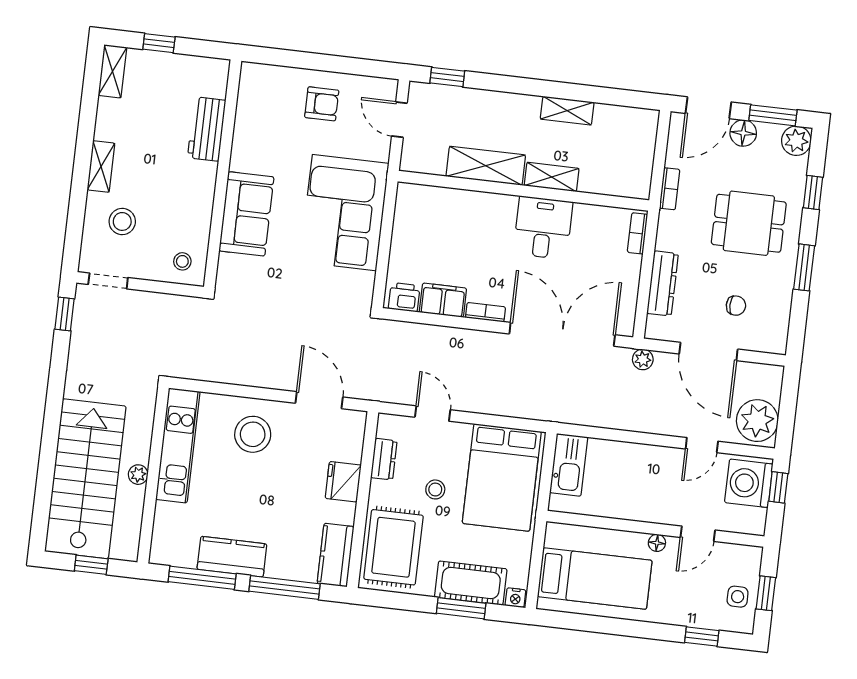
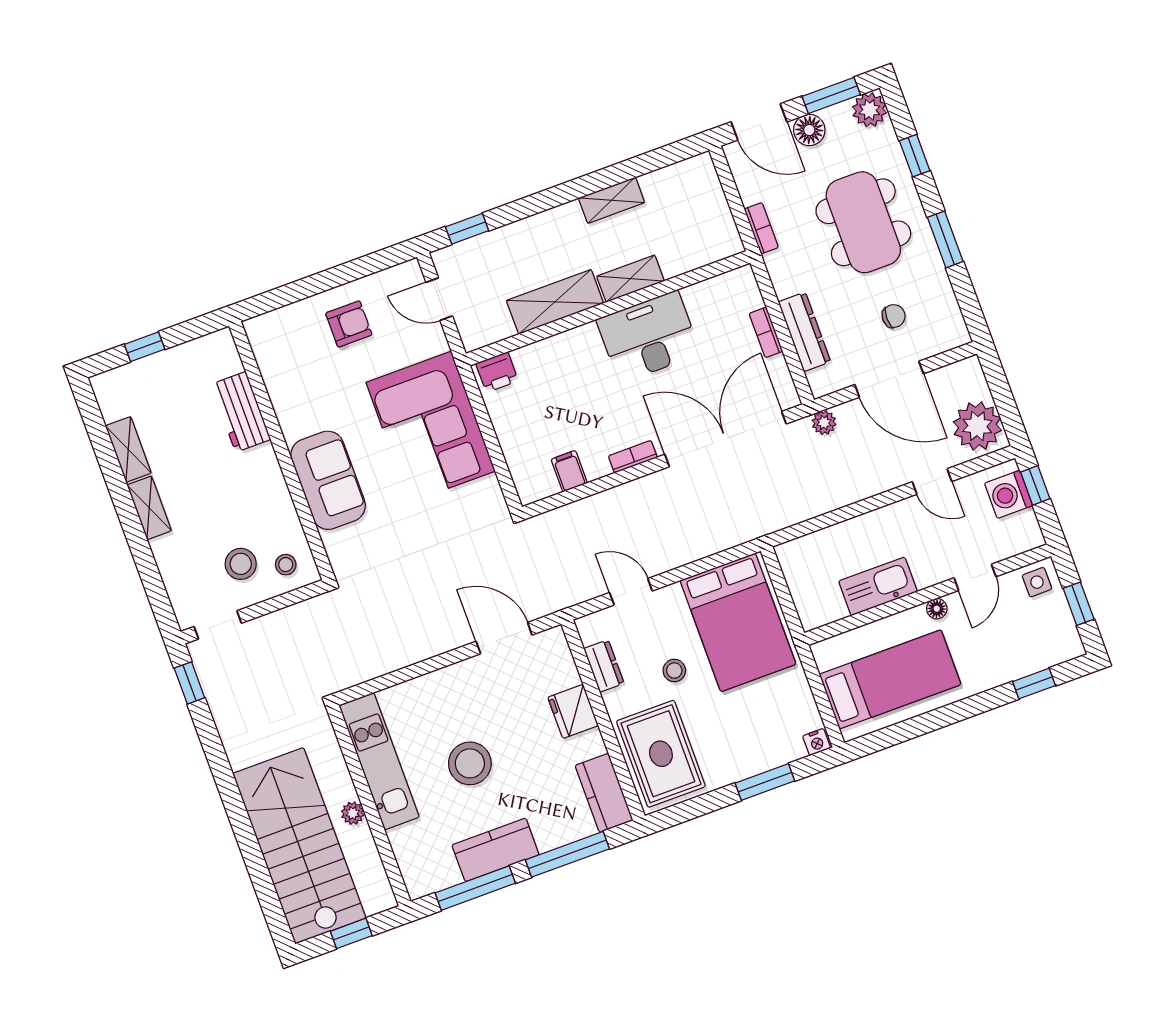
shelving: (113, 71) -> (128, 449), moved
door: (708, 108) -> (759, 122), hinge flipped
stool: (122, 221) -> (241, 564), moved
dining table: (749, 223) -> (863, 222), width x1.38
desk: (543, 228) -> (648, 337), width x1.37
bookcase: (638, 233) -> (766, 332), moved
printer: (404, 297) -> (497, 372), moved, turned 180
filing cabinet: (443, 300) -> (569, 471), width x0.50
stool: (253, 434) -> (470, 763), moved
door: (702, 445) -> (932, 482), hinge flipped
kitchen sink: (569, 465) -> (878, 586), moved, turned -90
washing machine: (749, 483) -> (1009, 494), width x0.73, depth x0.73
cot: (471, 583) -> (762, 750), removed
side table: (738, 597) -> (1037, 582), moved

